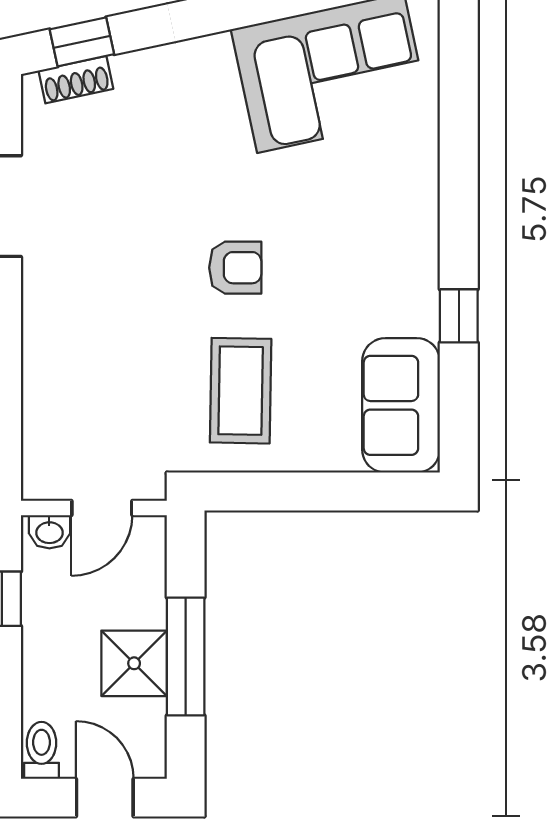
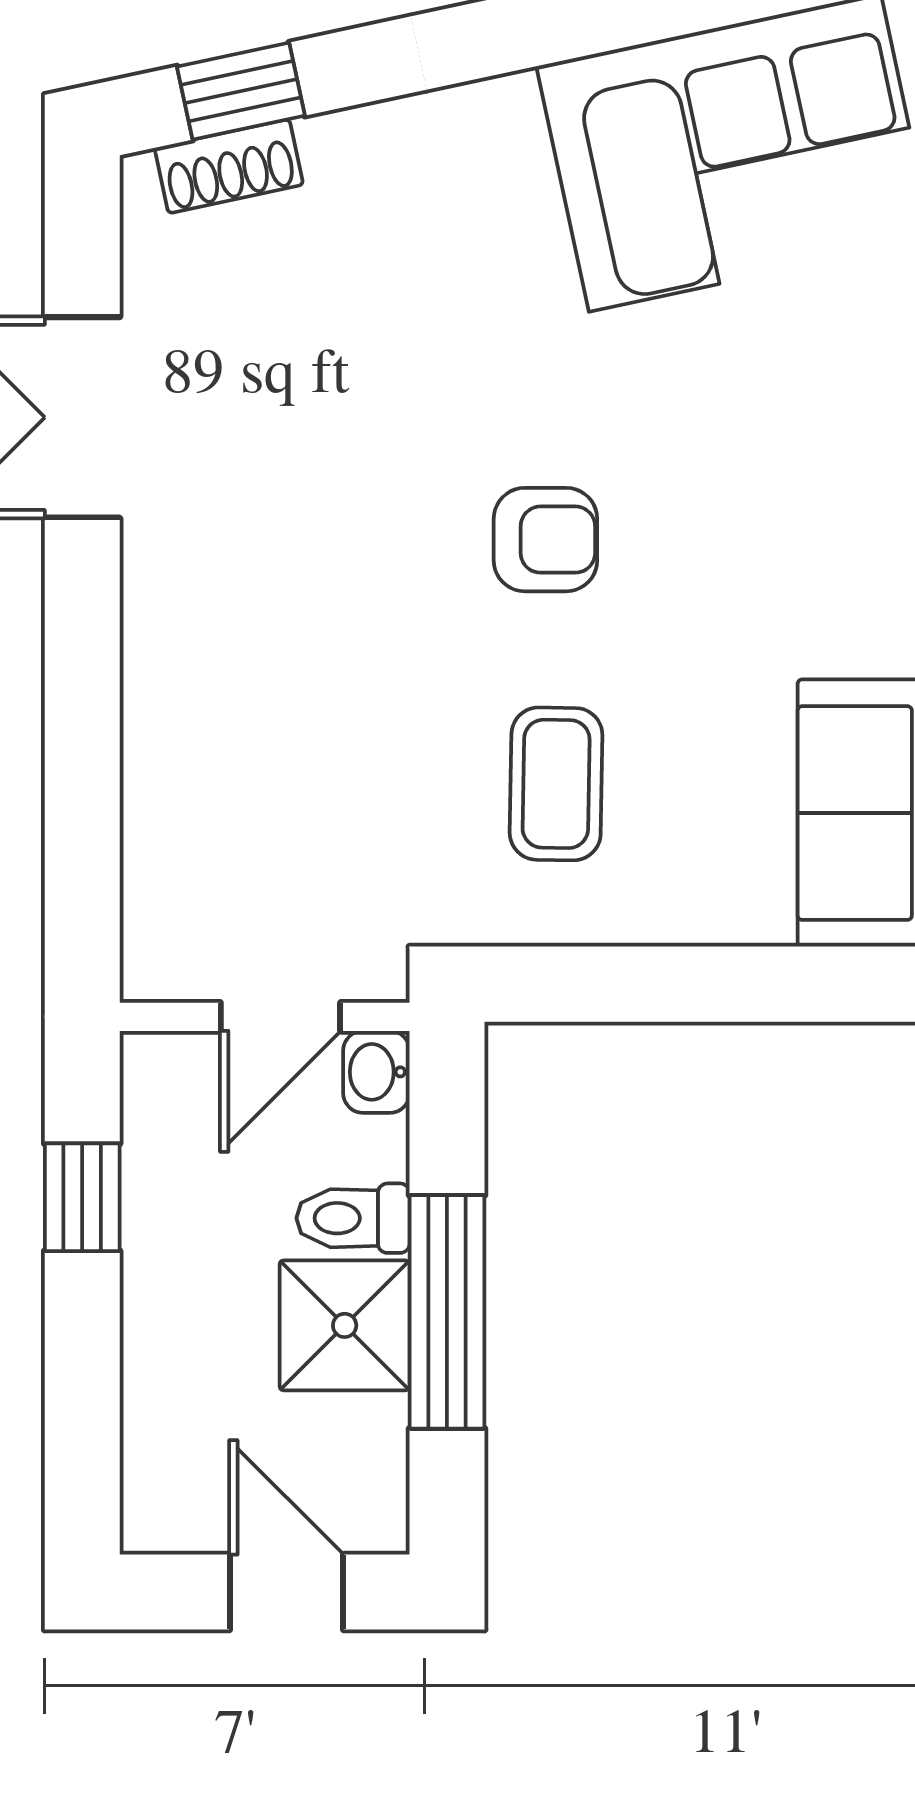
coffee table: (241, 391) -> (556, 784), width x0.73, depth x0.77
washbasin: (49, 532) -> (376, 1072), moved, turned 90
toilet: (41, 750) -> (353, 1218), moved, turned -90

